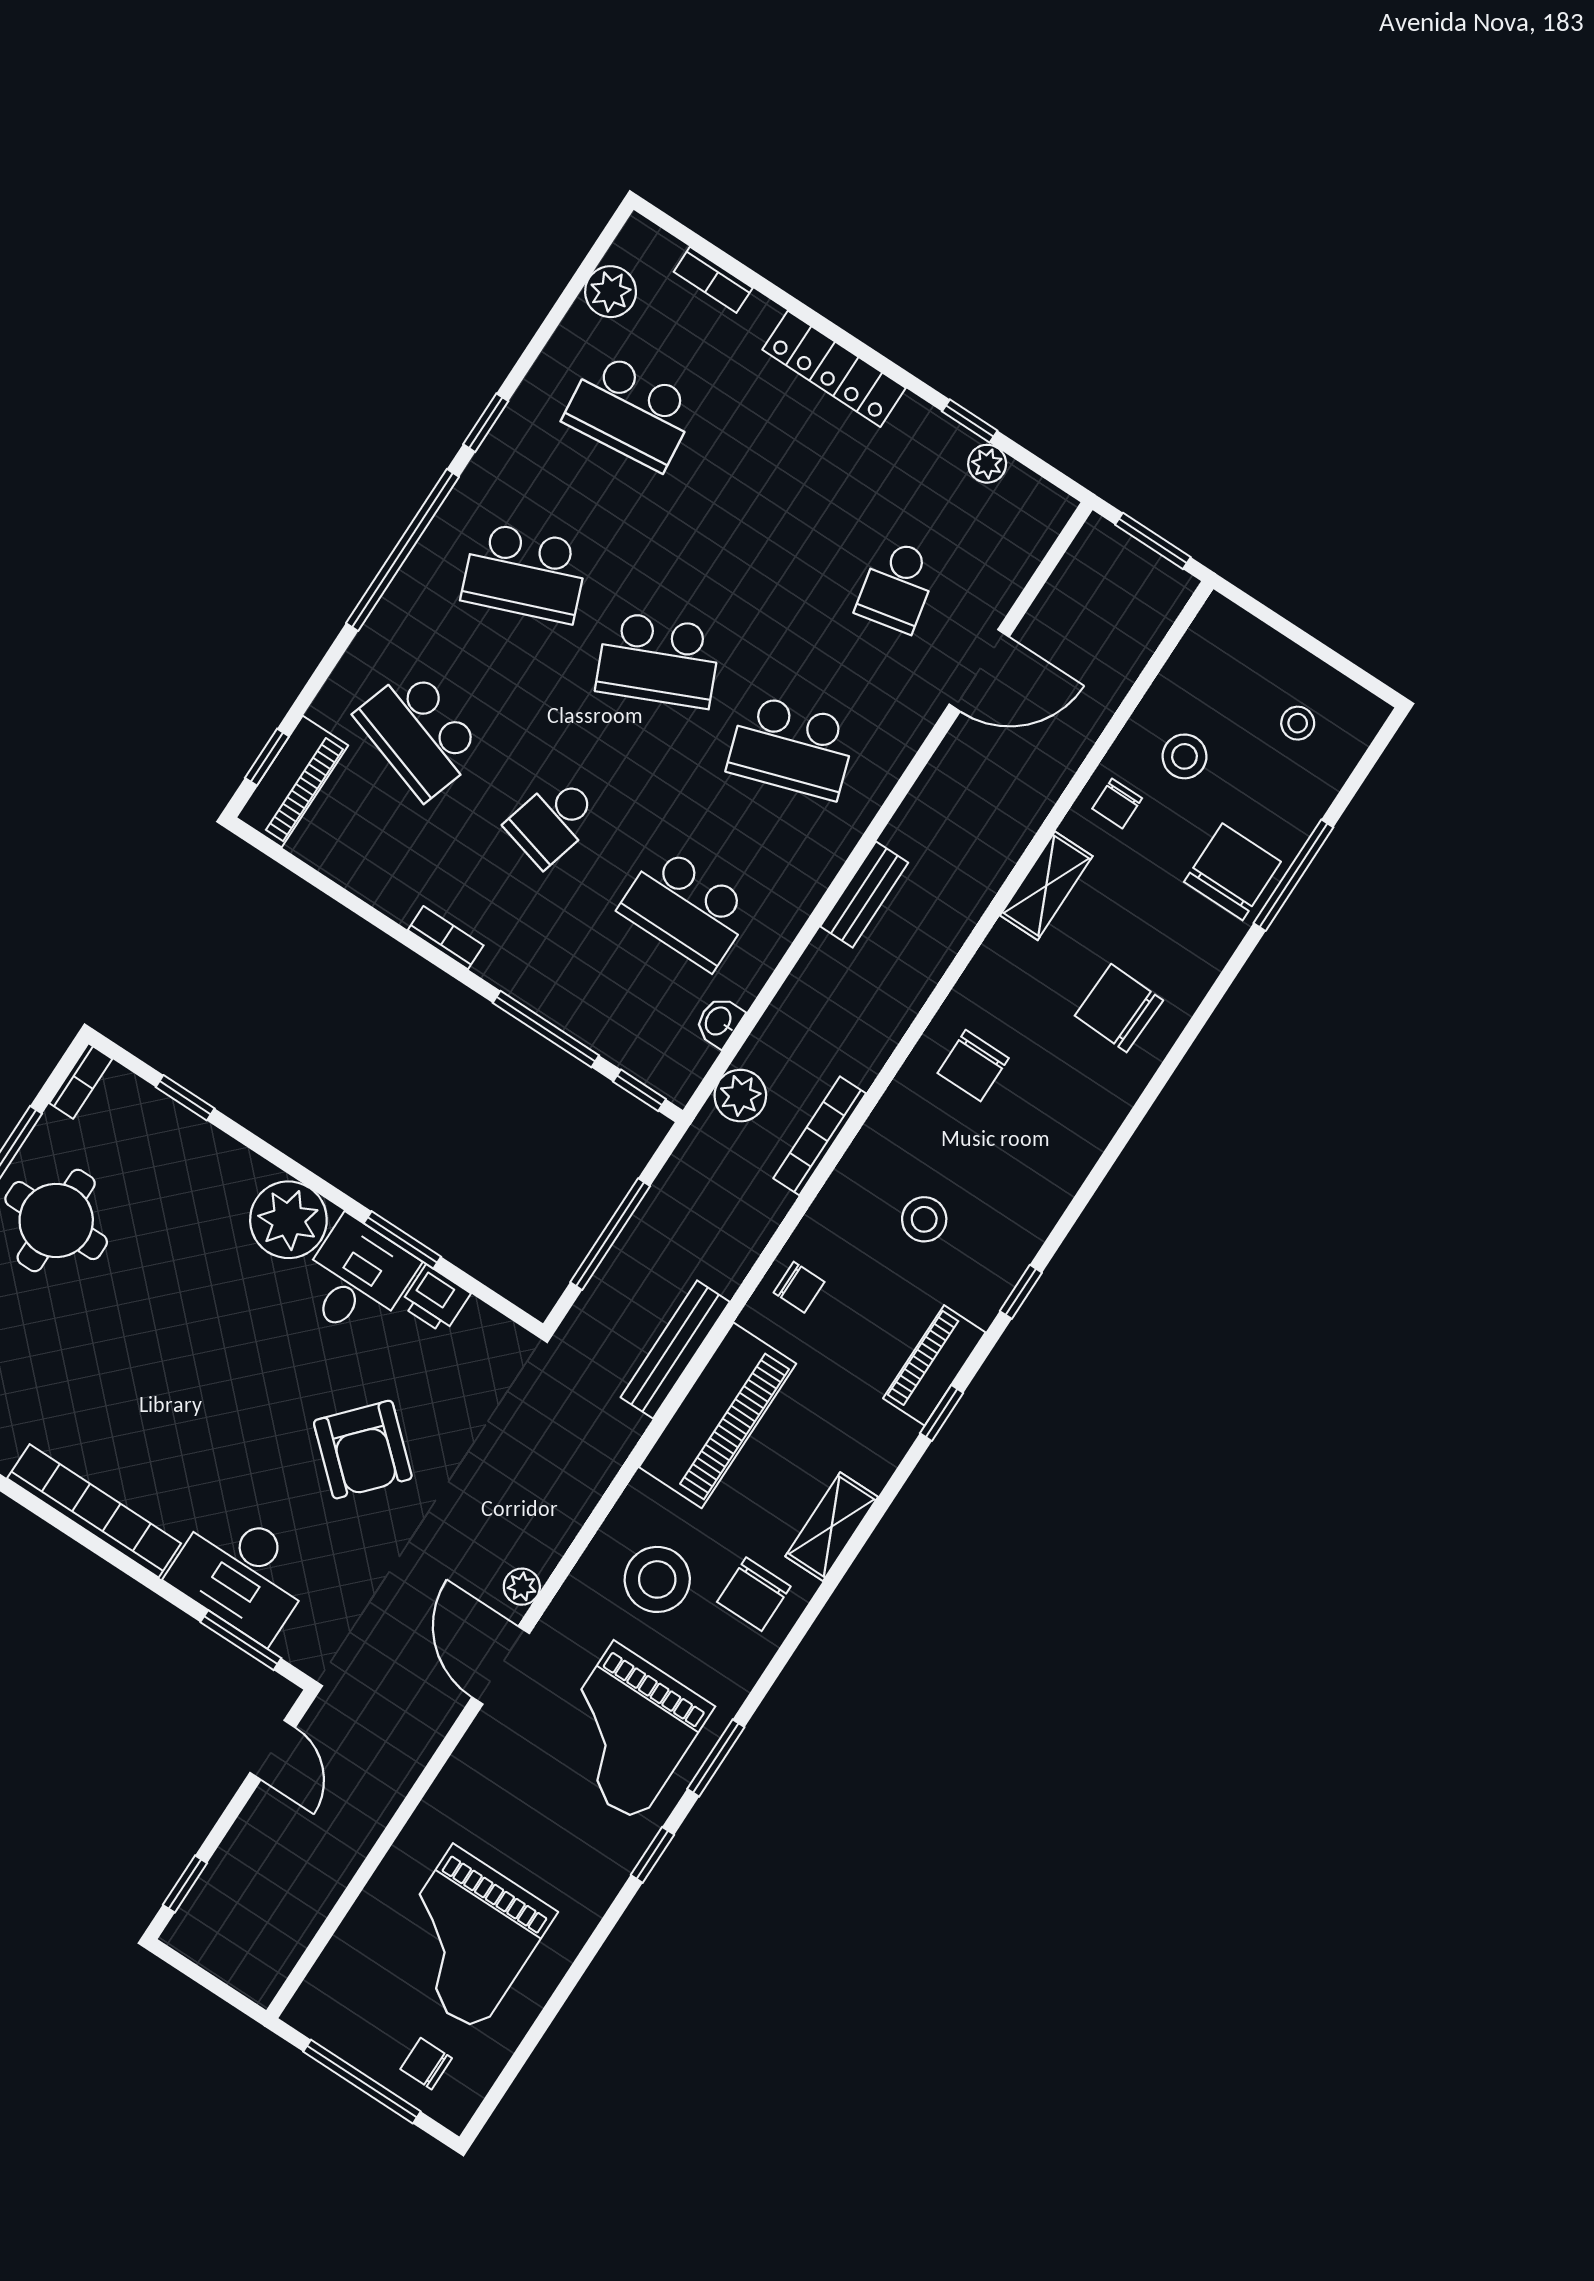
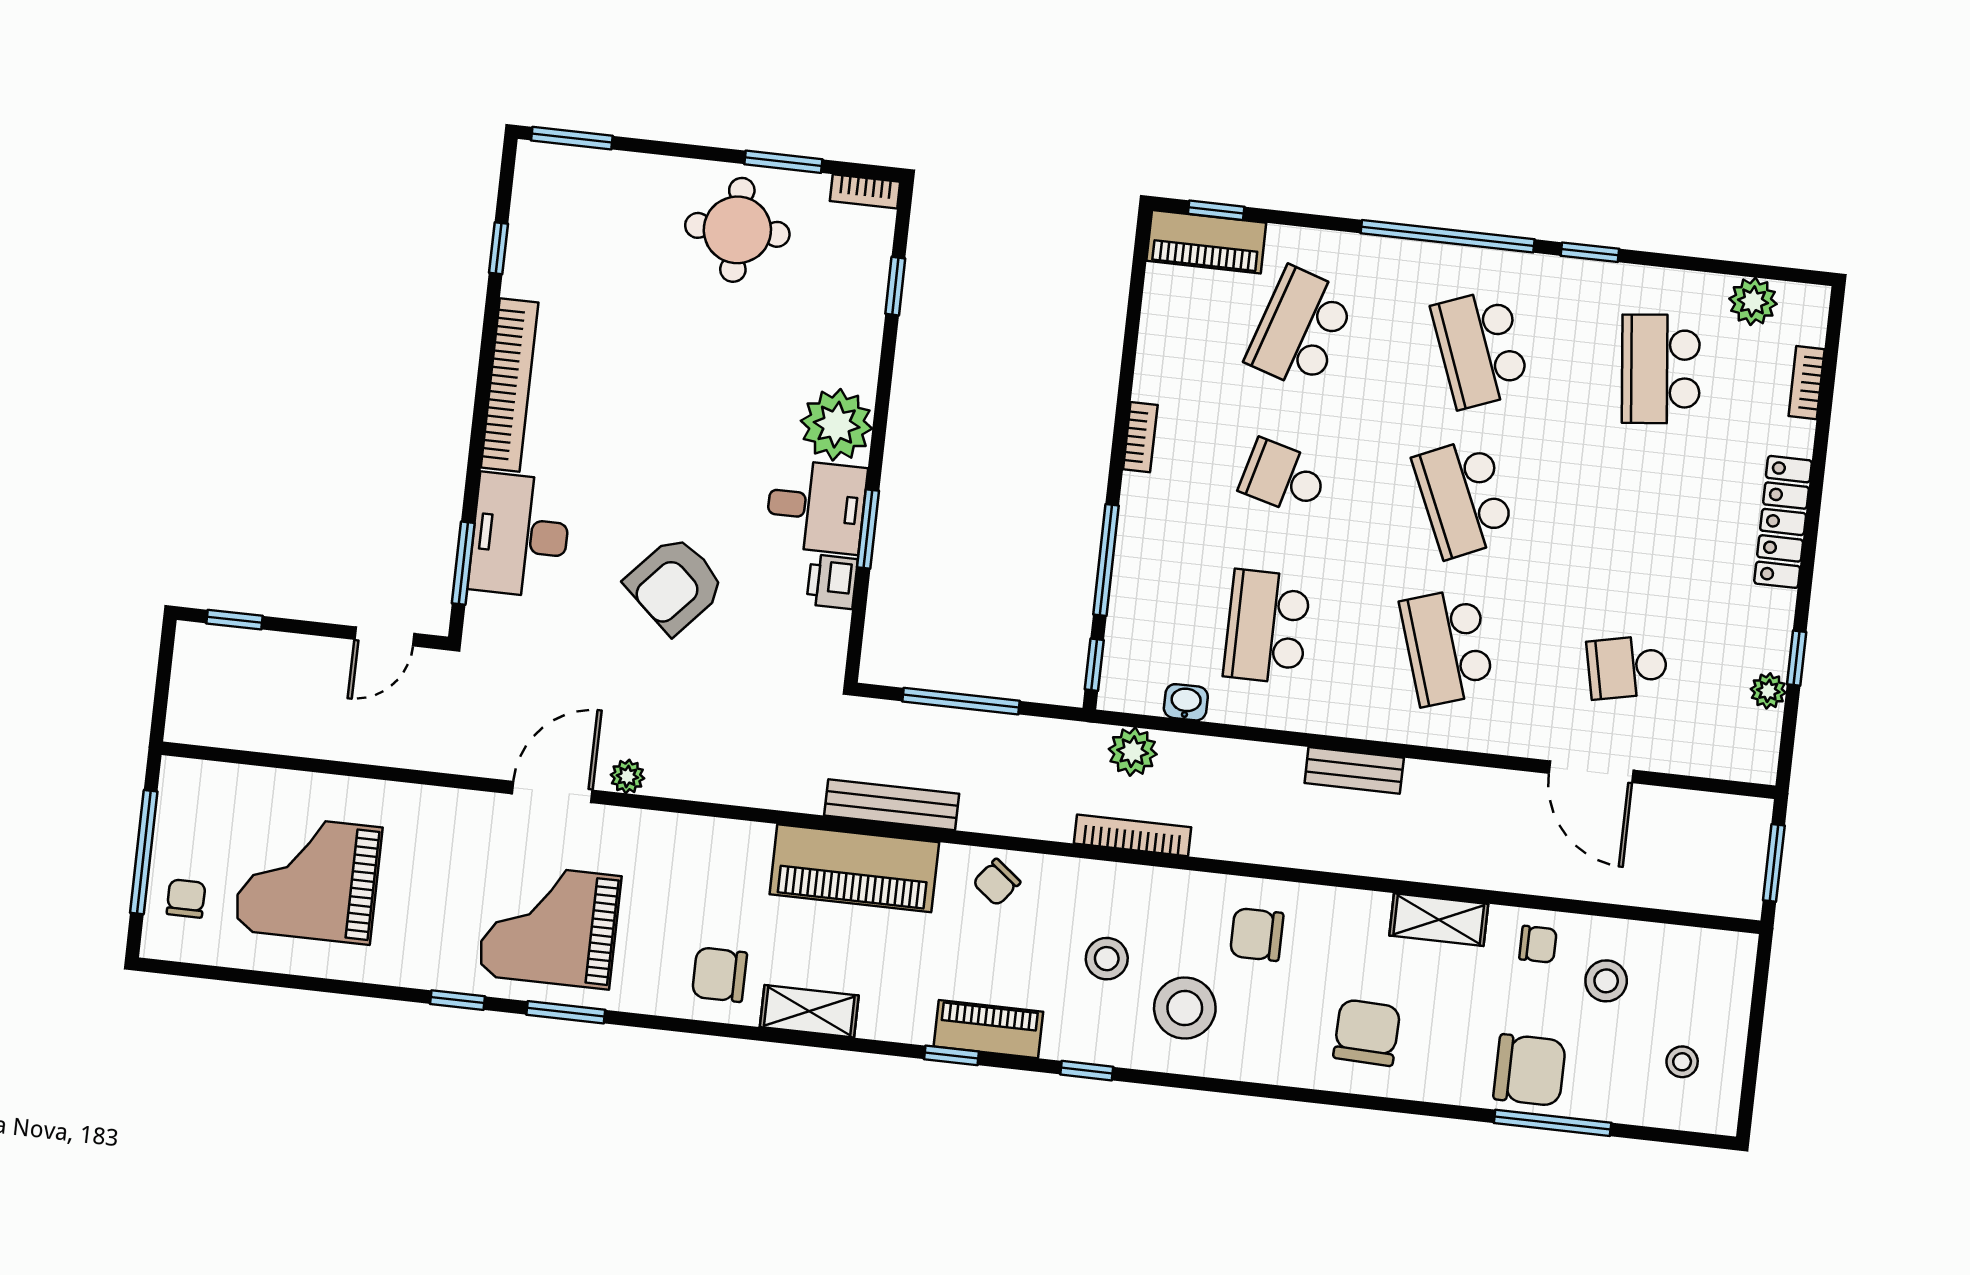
chair: (1117, 803) -> (1538, 944), turned 180
chair: (799, 1287) -> (997, 882), turned 38
stool: (657, 1579) -> (1185, 1008), moved

